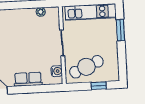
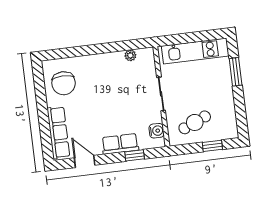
cafe table: (86, 67) -> (195, 122), width x0.73, depth x0.74
window: (38, 89) -> (135, 155), added

